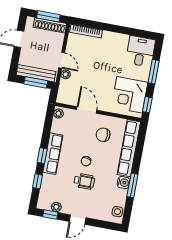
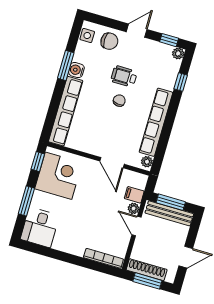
filing cabinet: (66, 85) -> (134, 195), added
chair: (103, 135) -> (109, 41), moved
row of seats: (53, 154) -> (156, 122), width x1.36
window: (42, 156) -> (172, 113), removed
plant: (56, 207) -> (178, 53), moved

